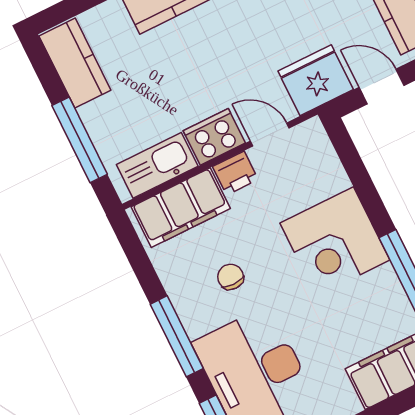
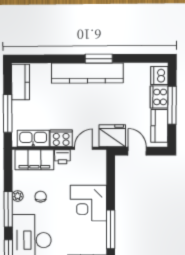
door: (270, 135) -> (83, 148), hinge flipped
plant: (183, 299) -> (18, 196), added

